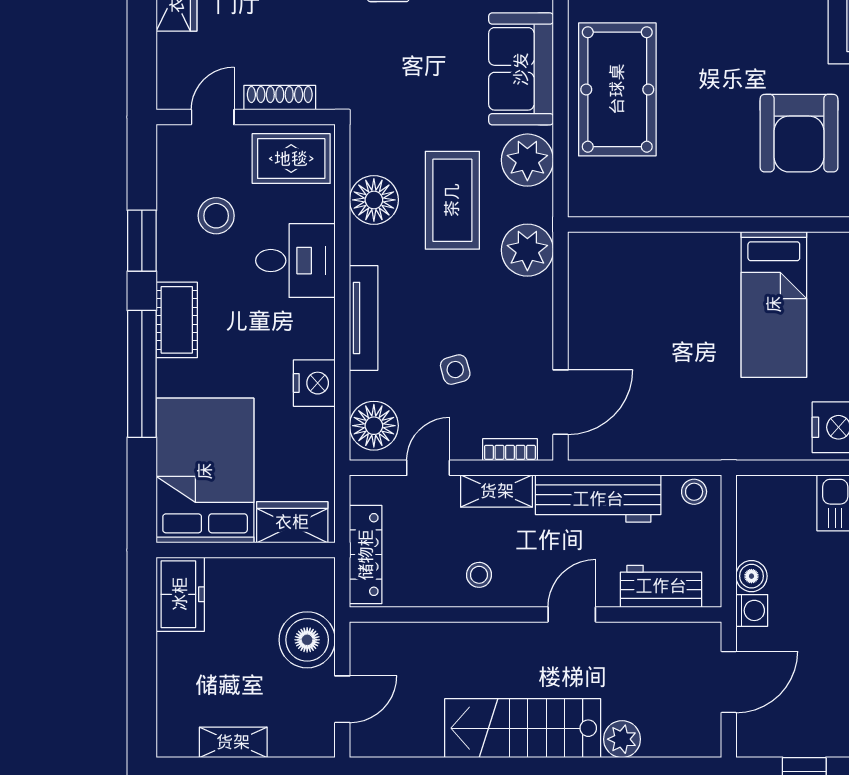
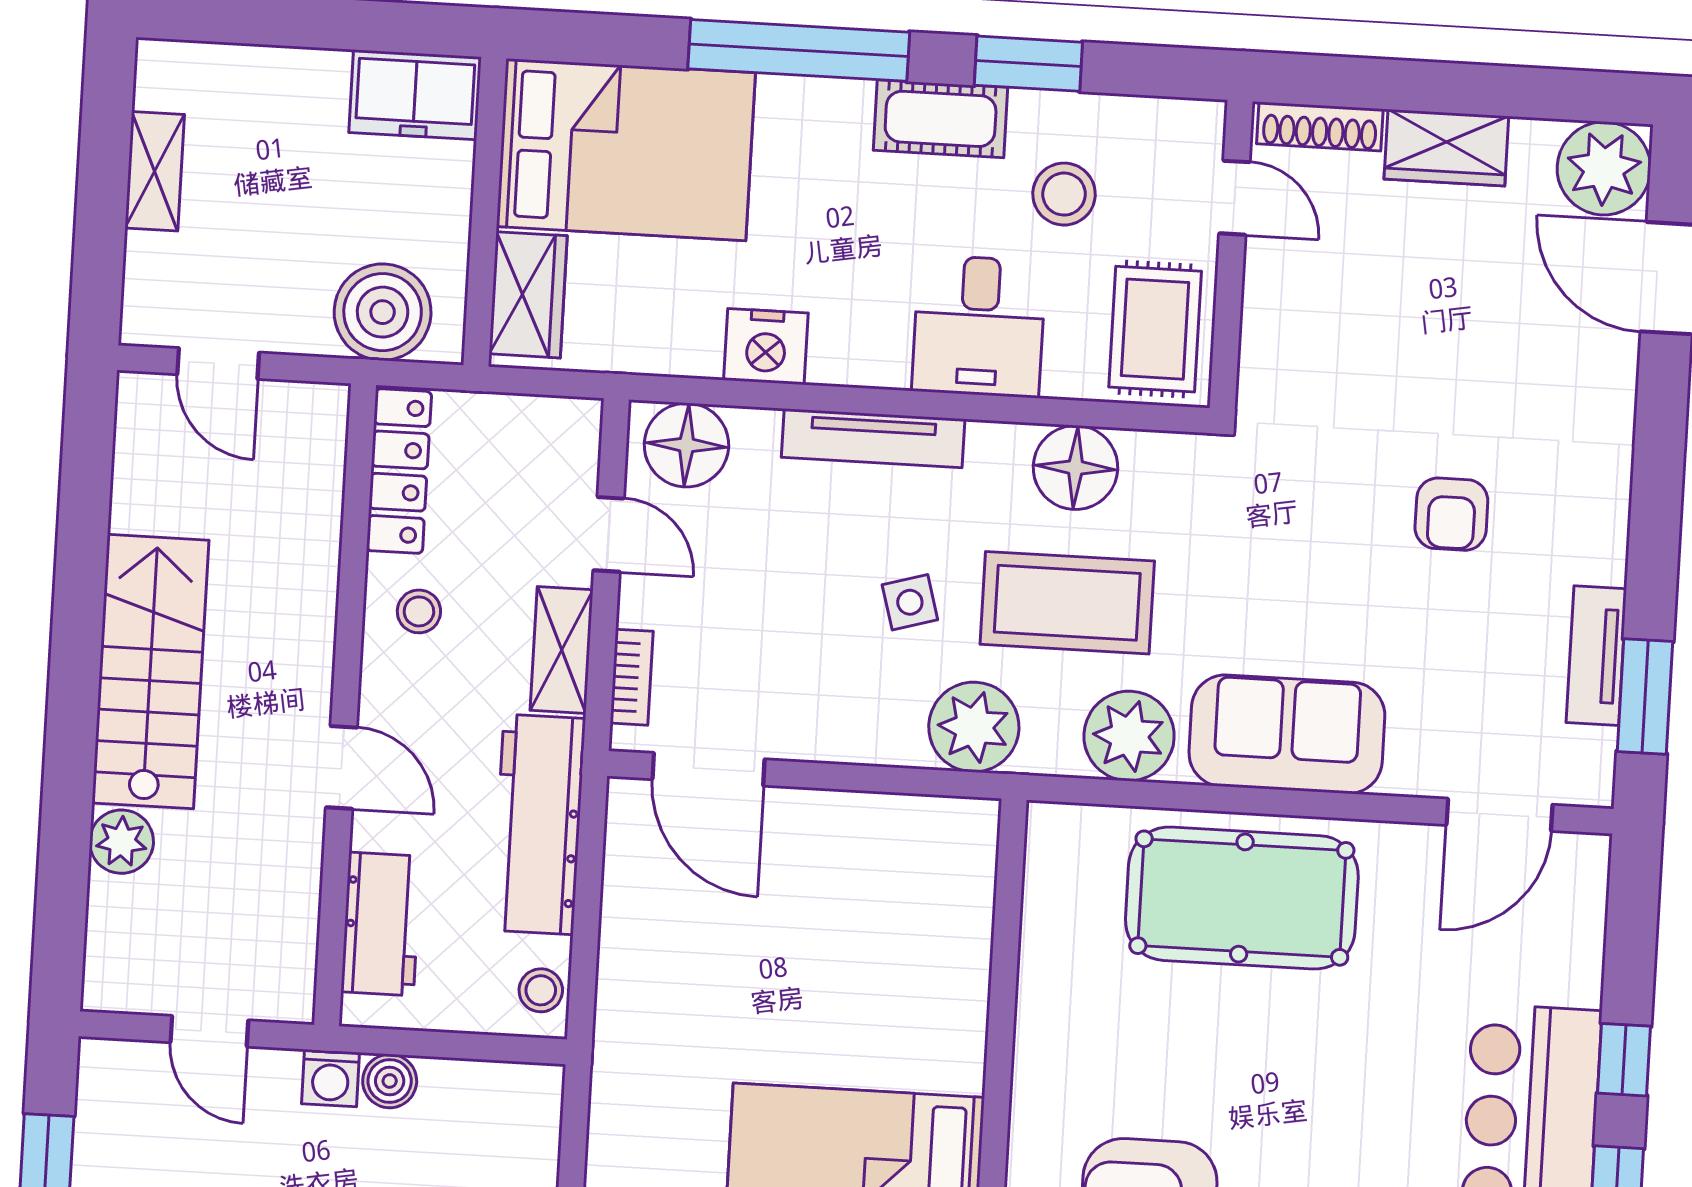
shoe rack: (280, 98) -> (1320, 126), moved, turned 90
cot: (177, 320) -> (941, 119), moved
side table: (455, 370) -> (910, 602), moved
locker: (366, 555) -> (399, 471), moved, turned -90
boiler: (307, 640) -> (383, 312), moved
door: (729, 682) -> (209, 1031), width x0.73

